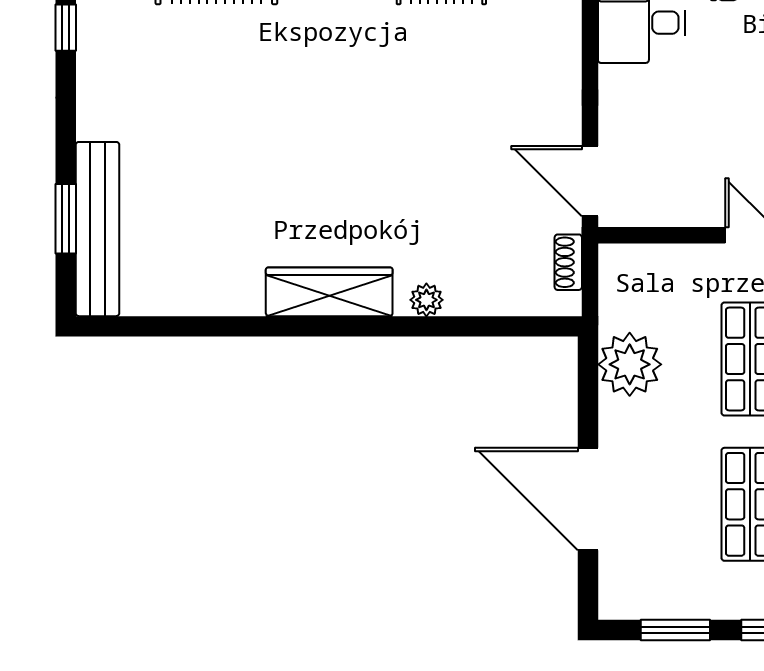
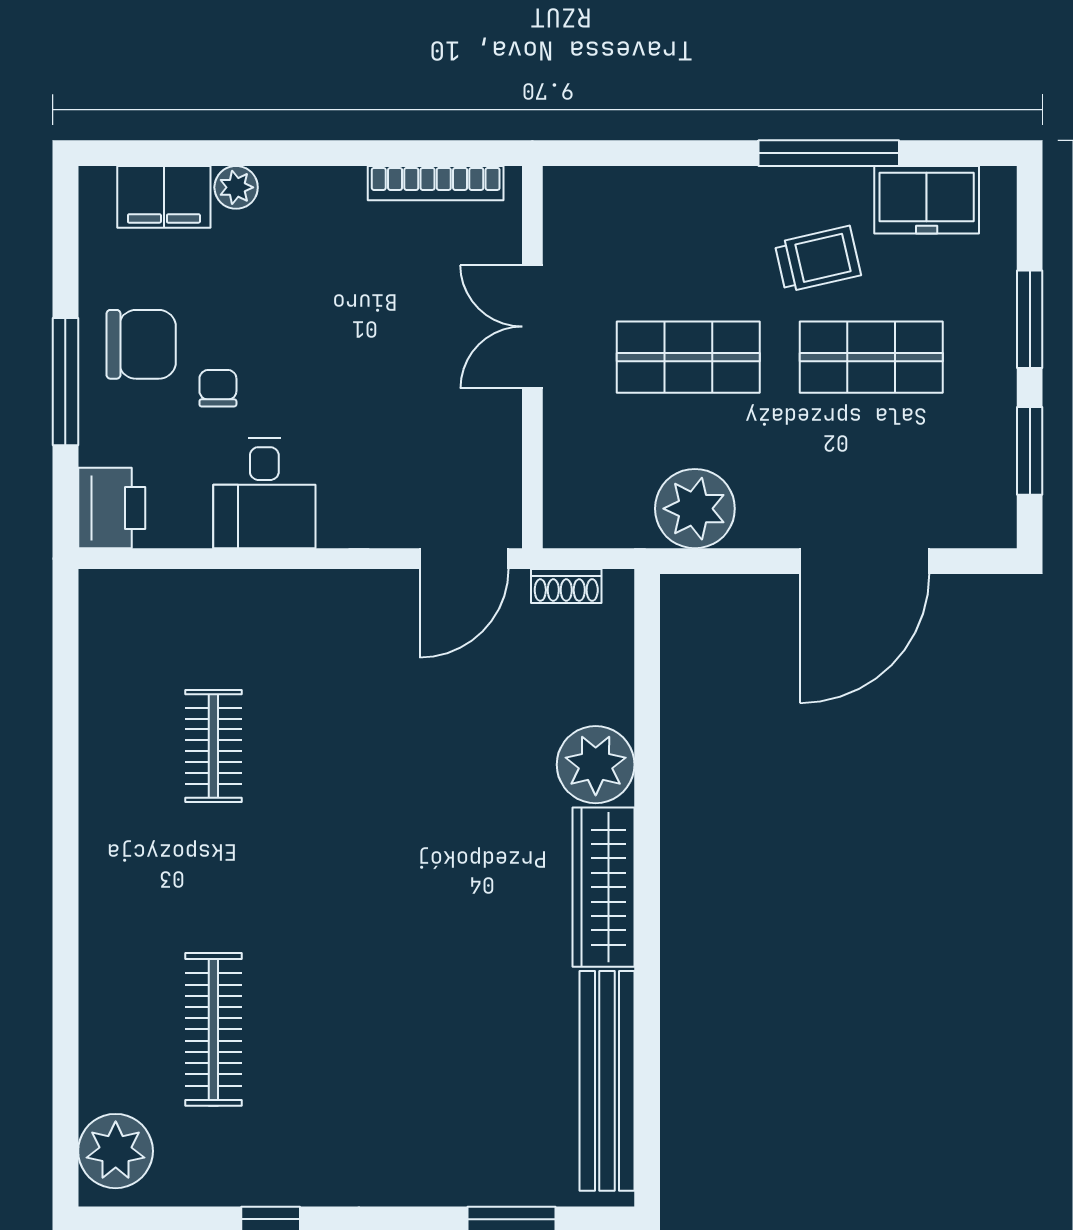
bench: (97, 229) -> (607, 1081), moved, turned 90
plant: (426, 300) -> (596, 765), width x1.87, depth x1.87

